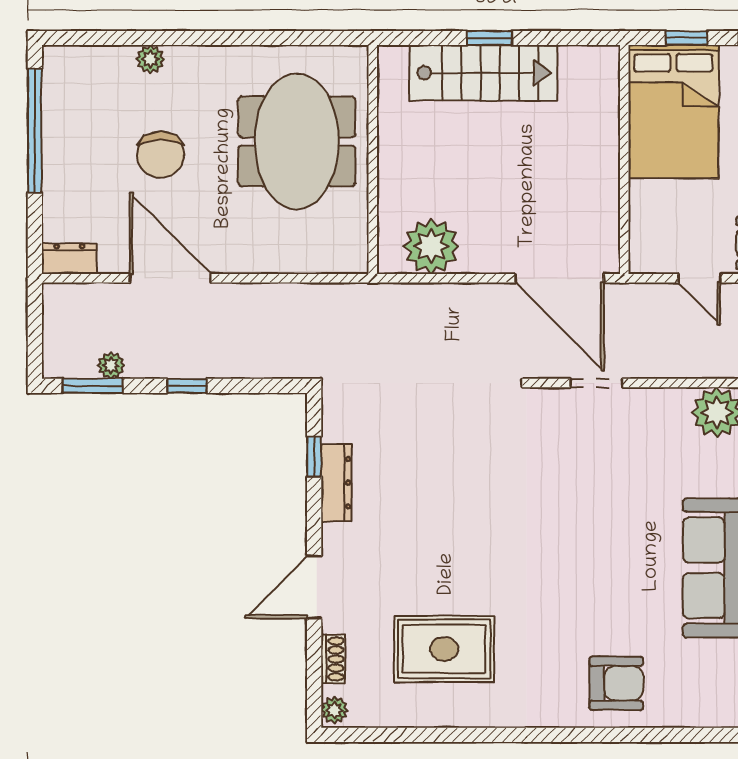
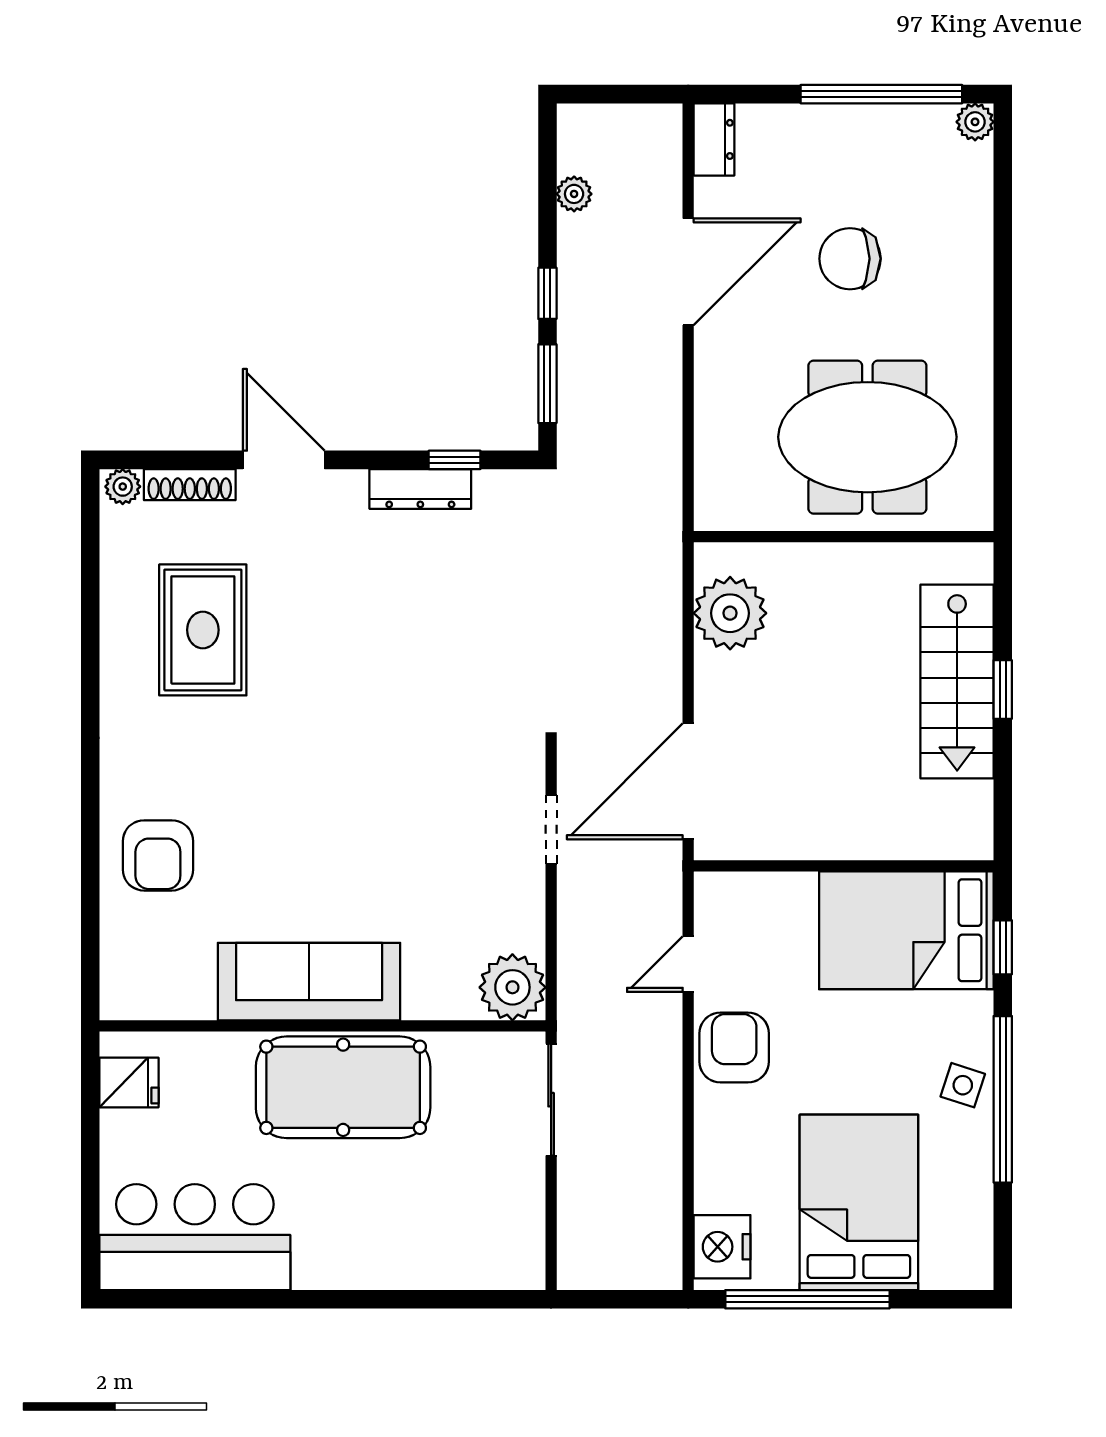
plant: (150, 59) -> (975, 122), moved
window: (93, 386) -> (547, 384), moved
shoe rack: (333, 659) -> (190, 485), width x1.43

